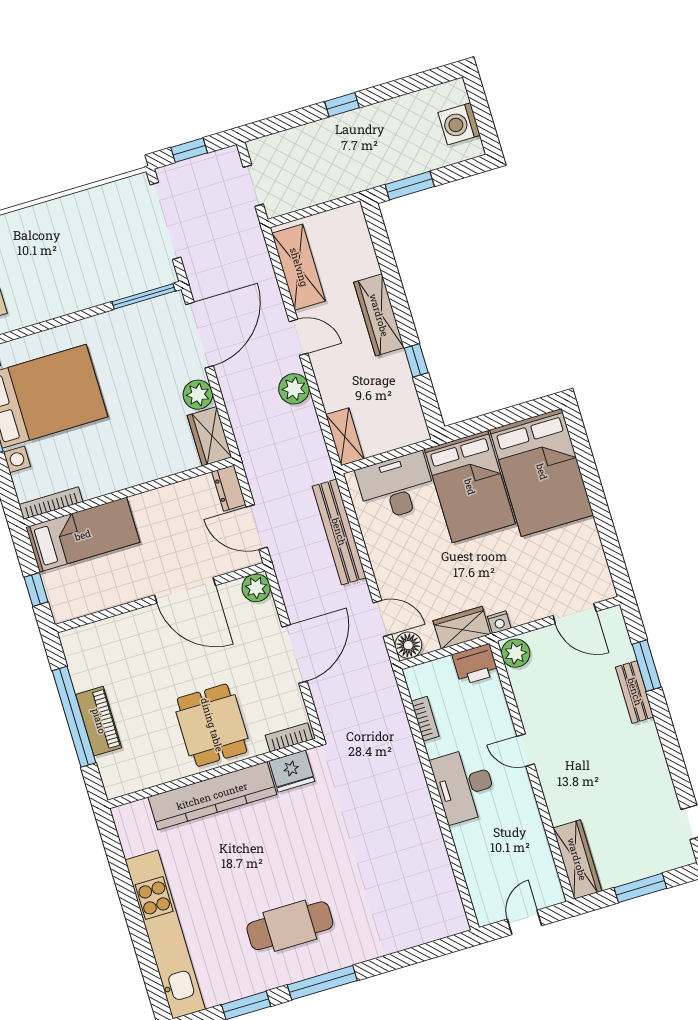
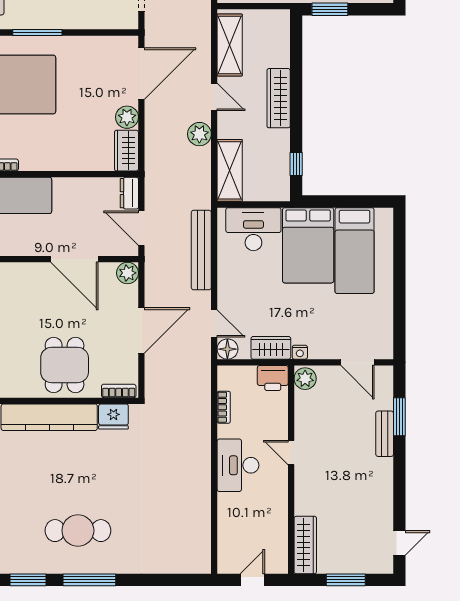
window: (144, 296) -> (37, 32), moved
window: (416, 360) -> (296, 164), moved
shelving: (345, 437) -> (230, 170), width x1.50, depth x1.33
bed: (542, 472) -> (355, 251), width x0.67

